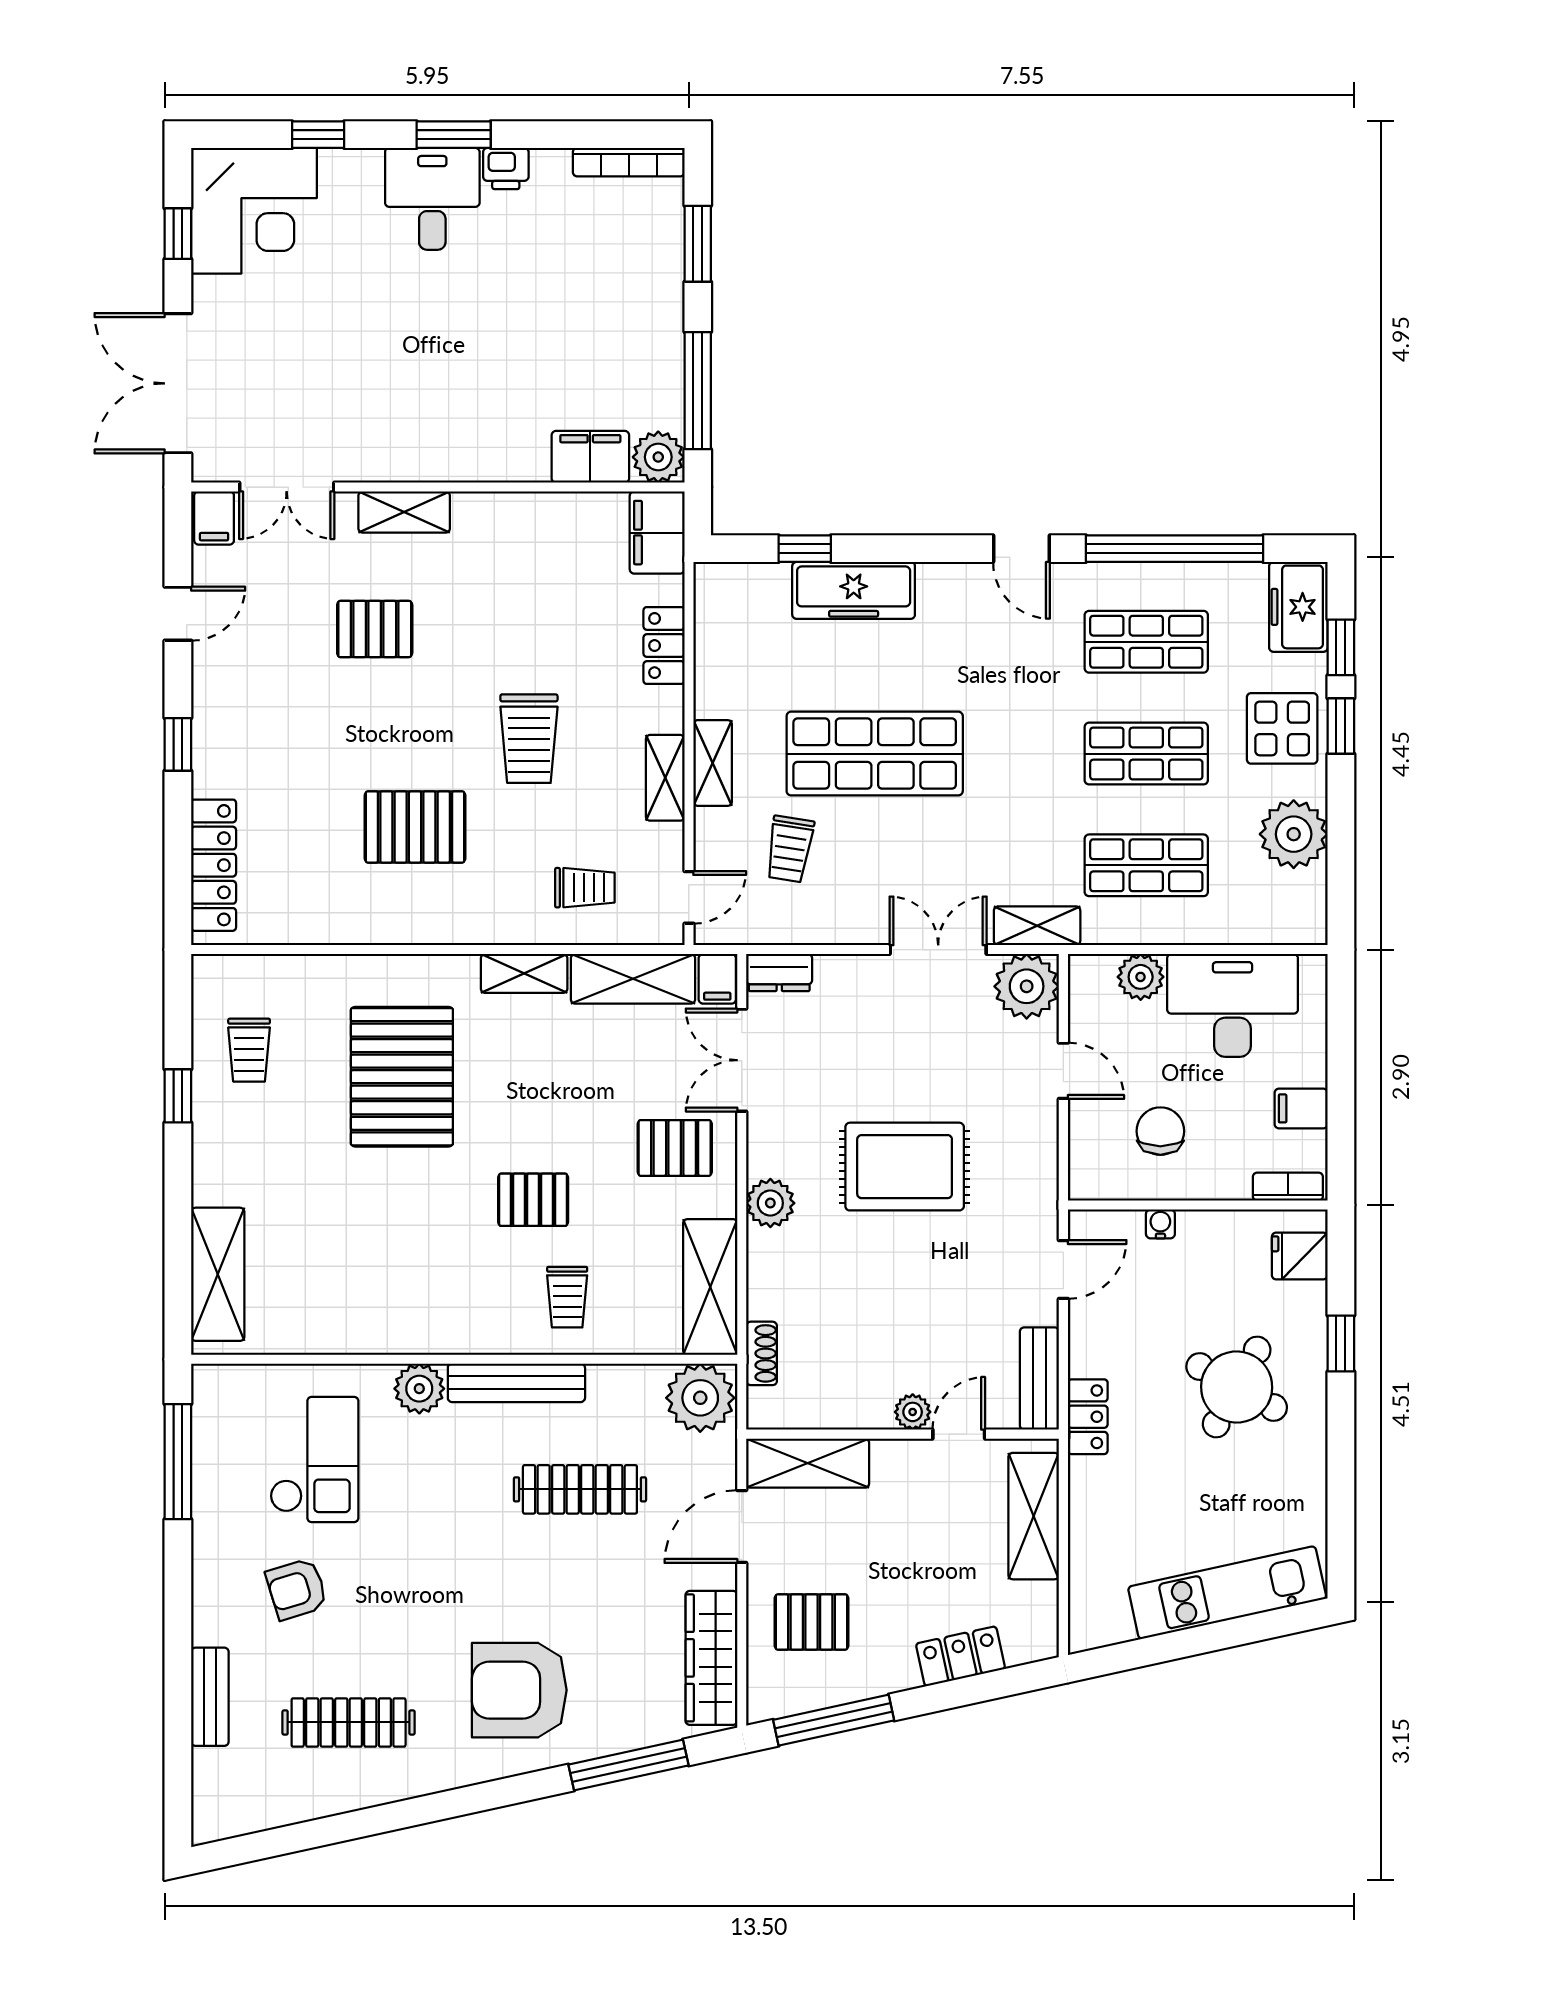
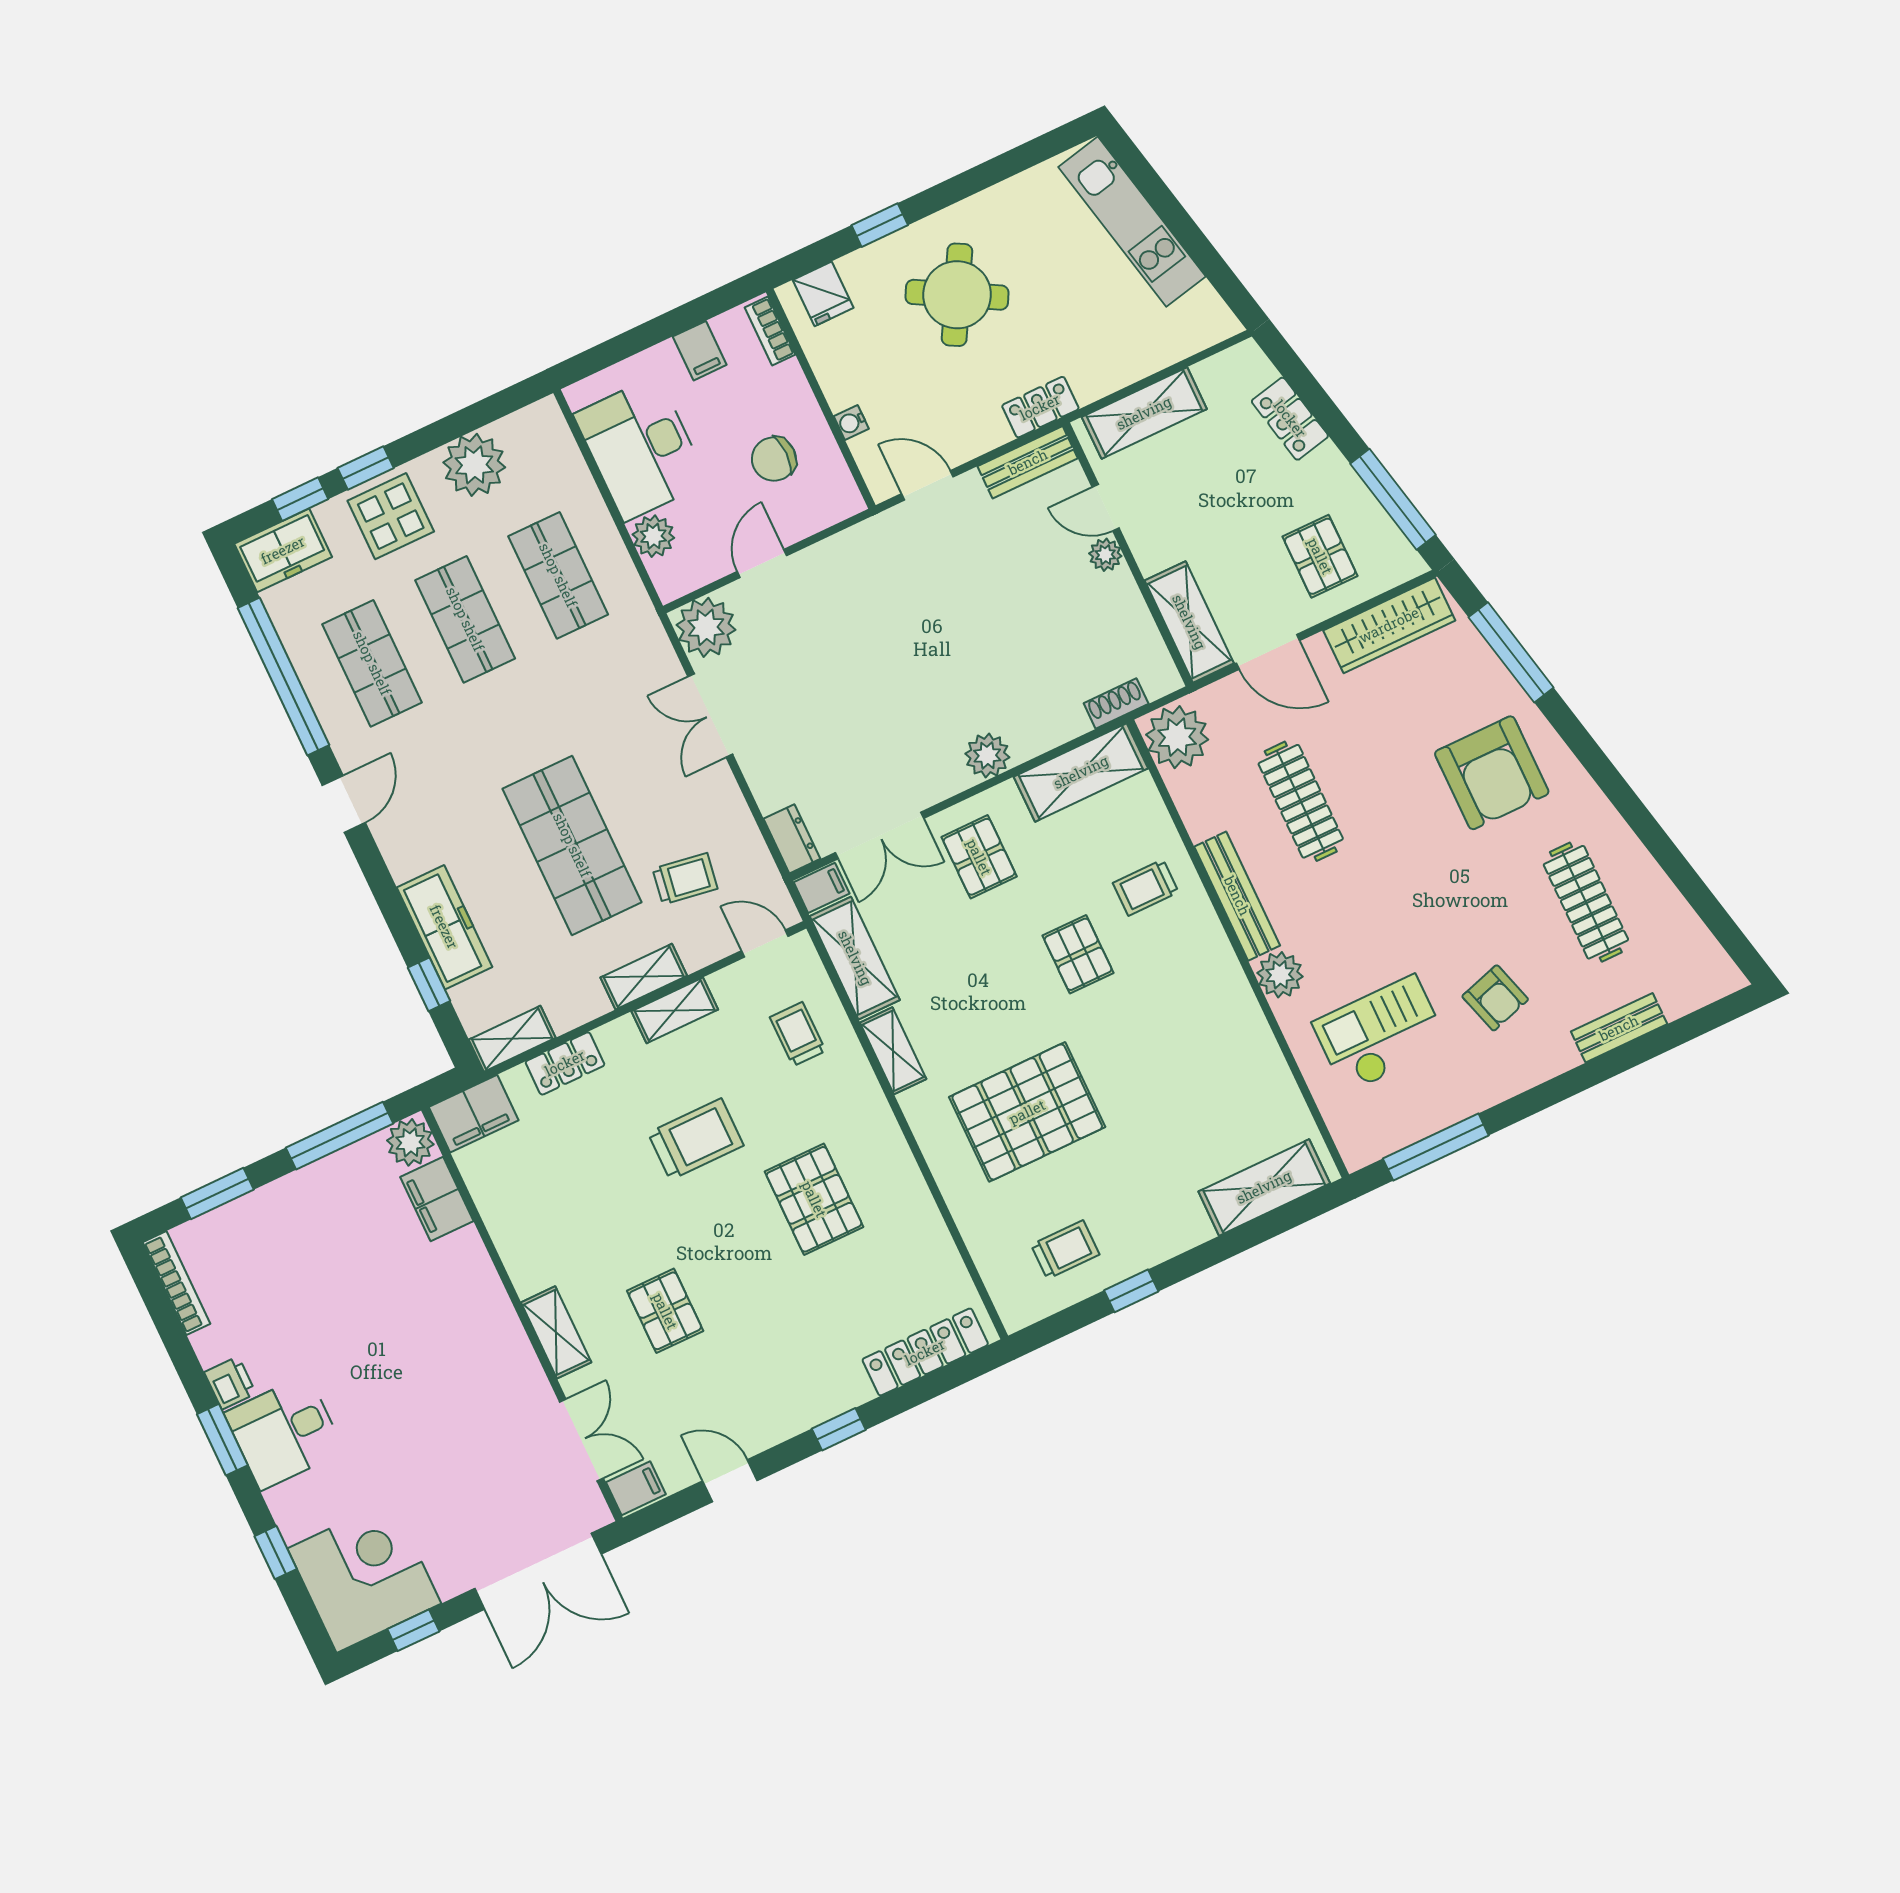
shelving: (1037, 926) -> (512, 1039), moved, turned 90
rug: (905, 1167) -> (904, 658), removed
trolley: (567, 1297) -> (1146, 888), turned 180

